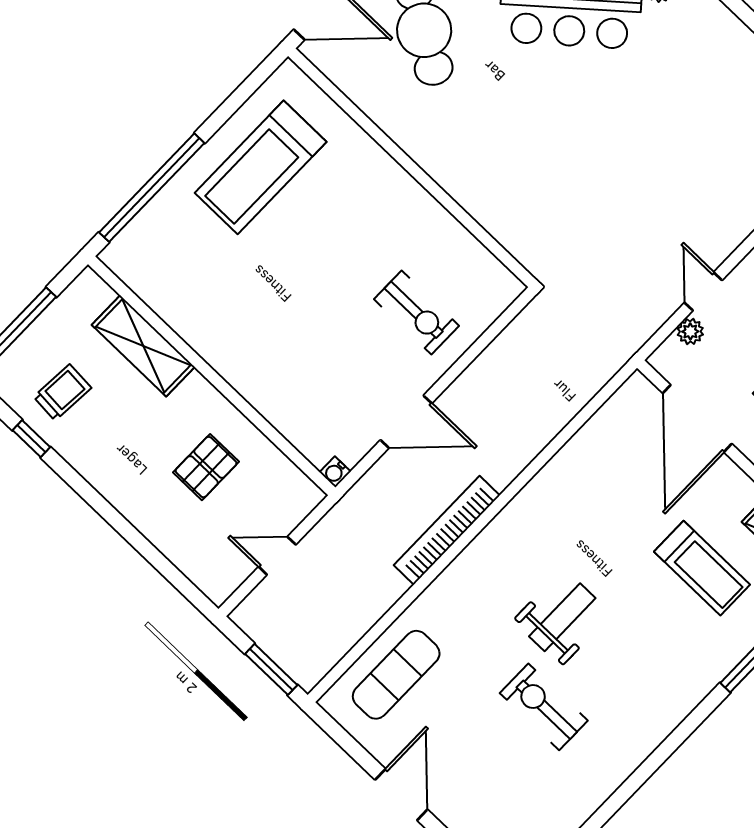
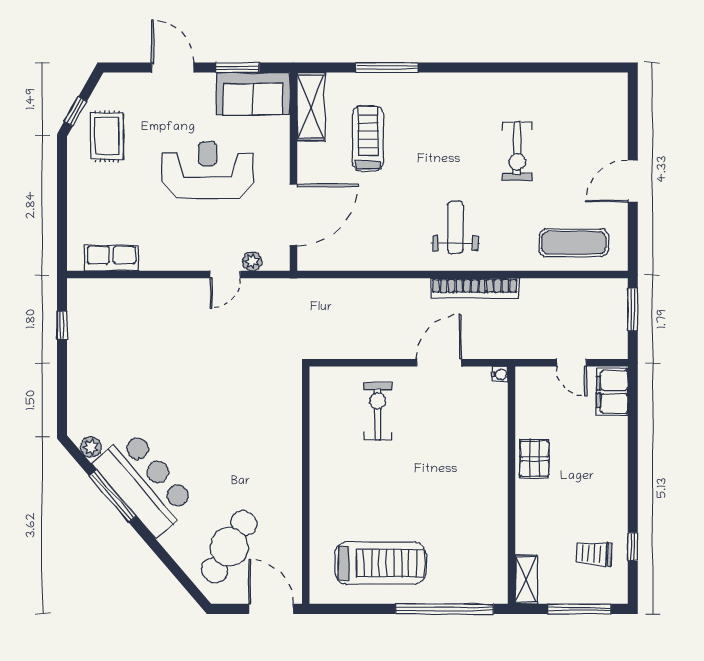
shelving: (143, 346) -> (526, 579), moved, width x0.67, depth x0.75
door: (406, 422) -> (439, 363), hinge flipped
pallet: (206, 467) -> (534, 459), moved, turned 90
filing cabinet: (208, 569) -> (612, 392), added
weight bench: (562, 617) -> (455, 227), moved, turned 90

